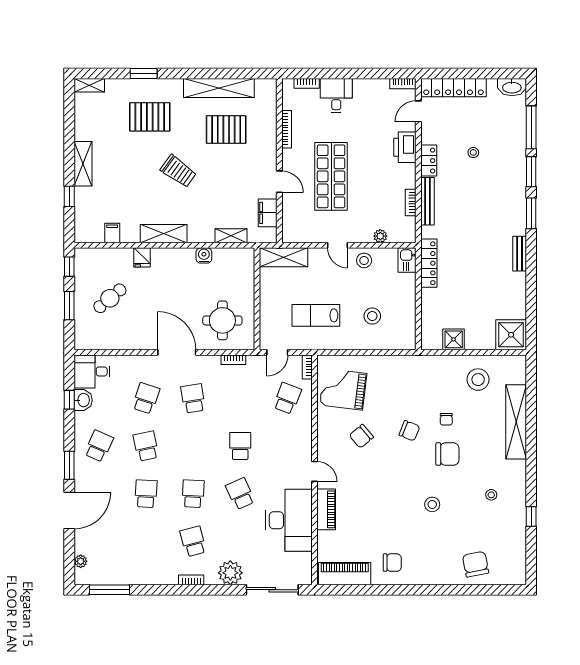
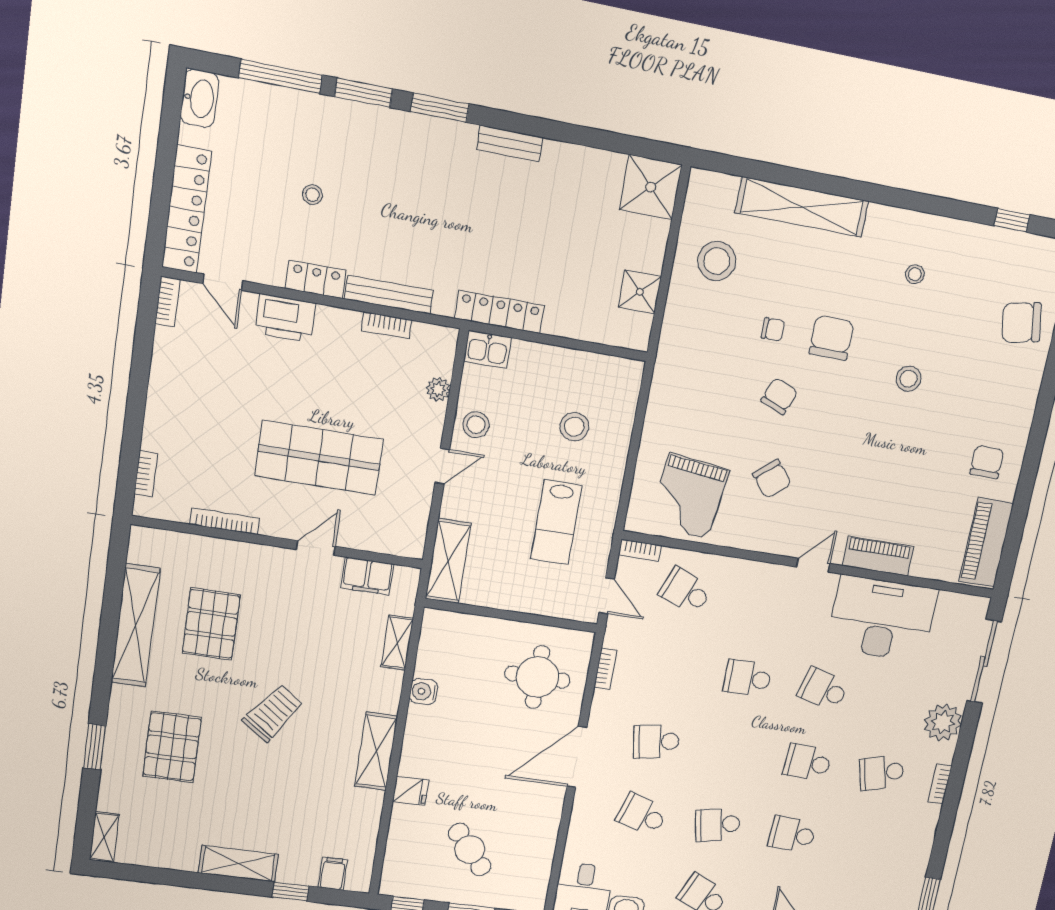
desk: (336, 95) -> (175, 425), removed
filing cabinet: (112, 233) -> (333, 874), moved, turned 90
school desk: (240, 494) -> (823, 689), turned 39
window: (531, 516) -> (1012, 220), moved

